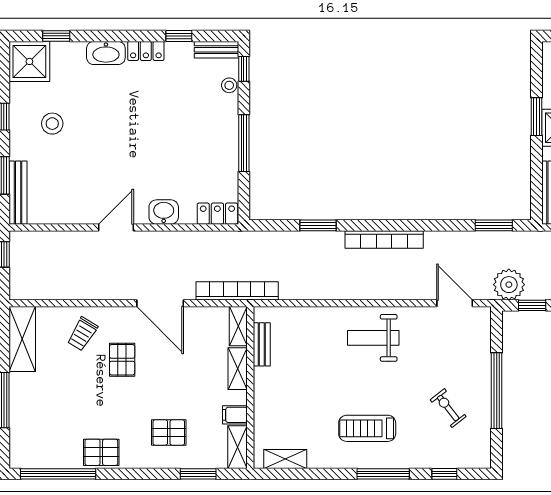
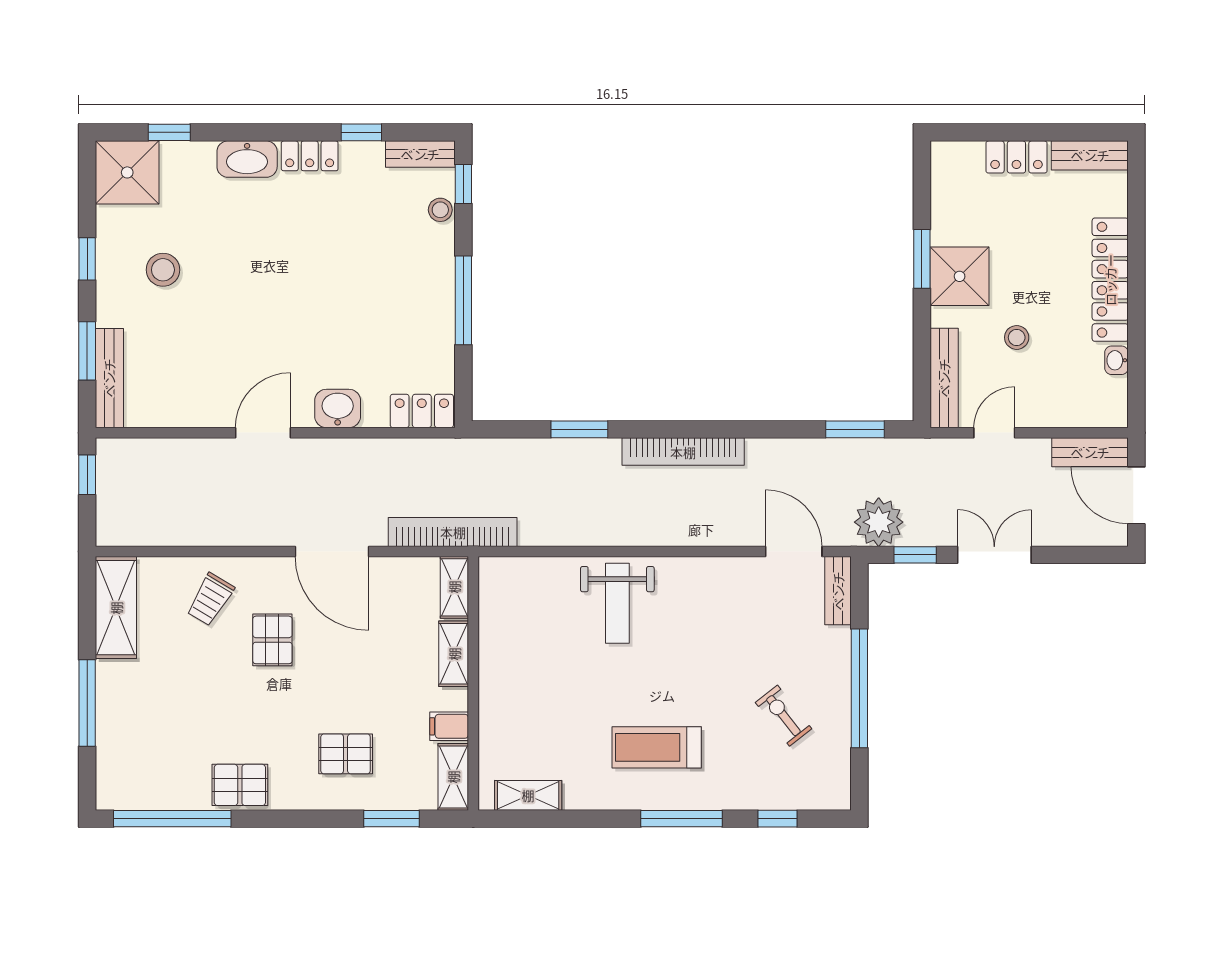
weight bench: (373, 338) -> (617, 603), moved, turned -90
bench: (262, 344) -> (838, 591), moved

